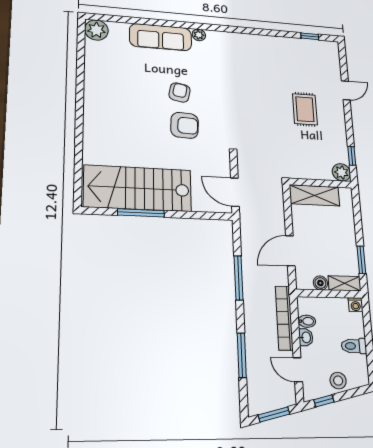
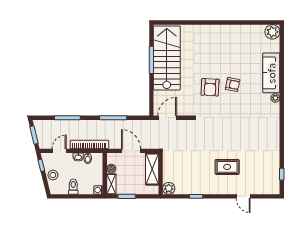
plant: (341, 172) -> (169, 188), moved
wall: (320, 183) -> (161, 174), moved
shelving: (314, 195) -> (152, 169), moved

